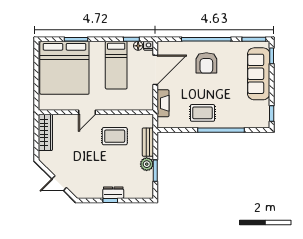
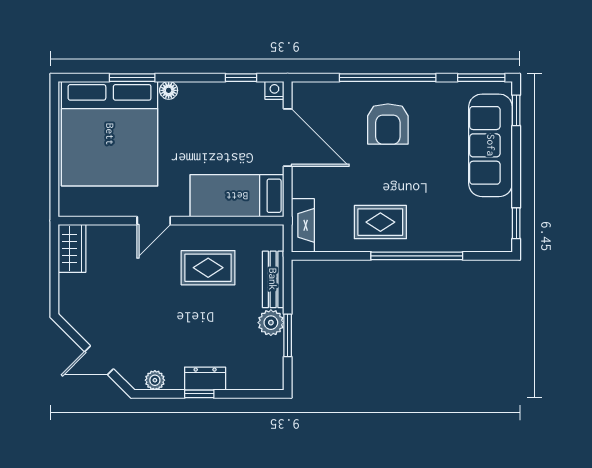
floor lamp: (138, 46) -> (169, 90), moved
bed: (116, 65) -> (237, 196), moved, turned 90
door: (155, 70) -> (288, 137), hinge flipped
fireplace: (163, 103) -> (303, 225), moved
wardrobe: (45, 132) -> (72, 248), width x0.67
plant: (88, 194) -> (155, 380), added

